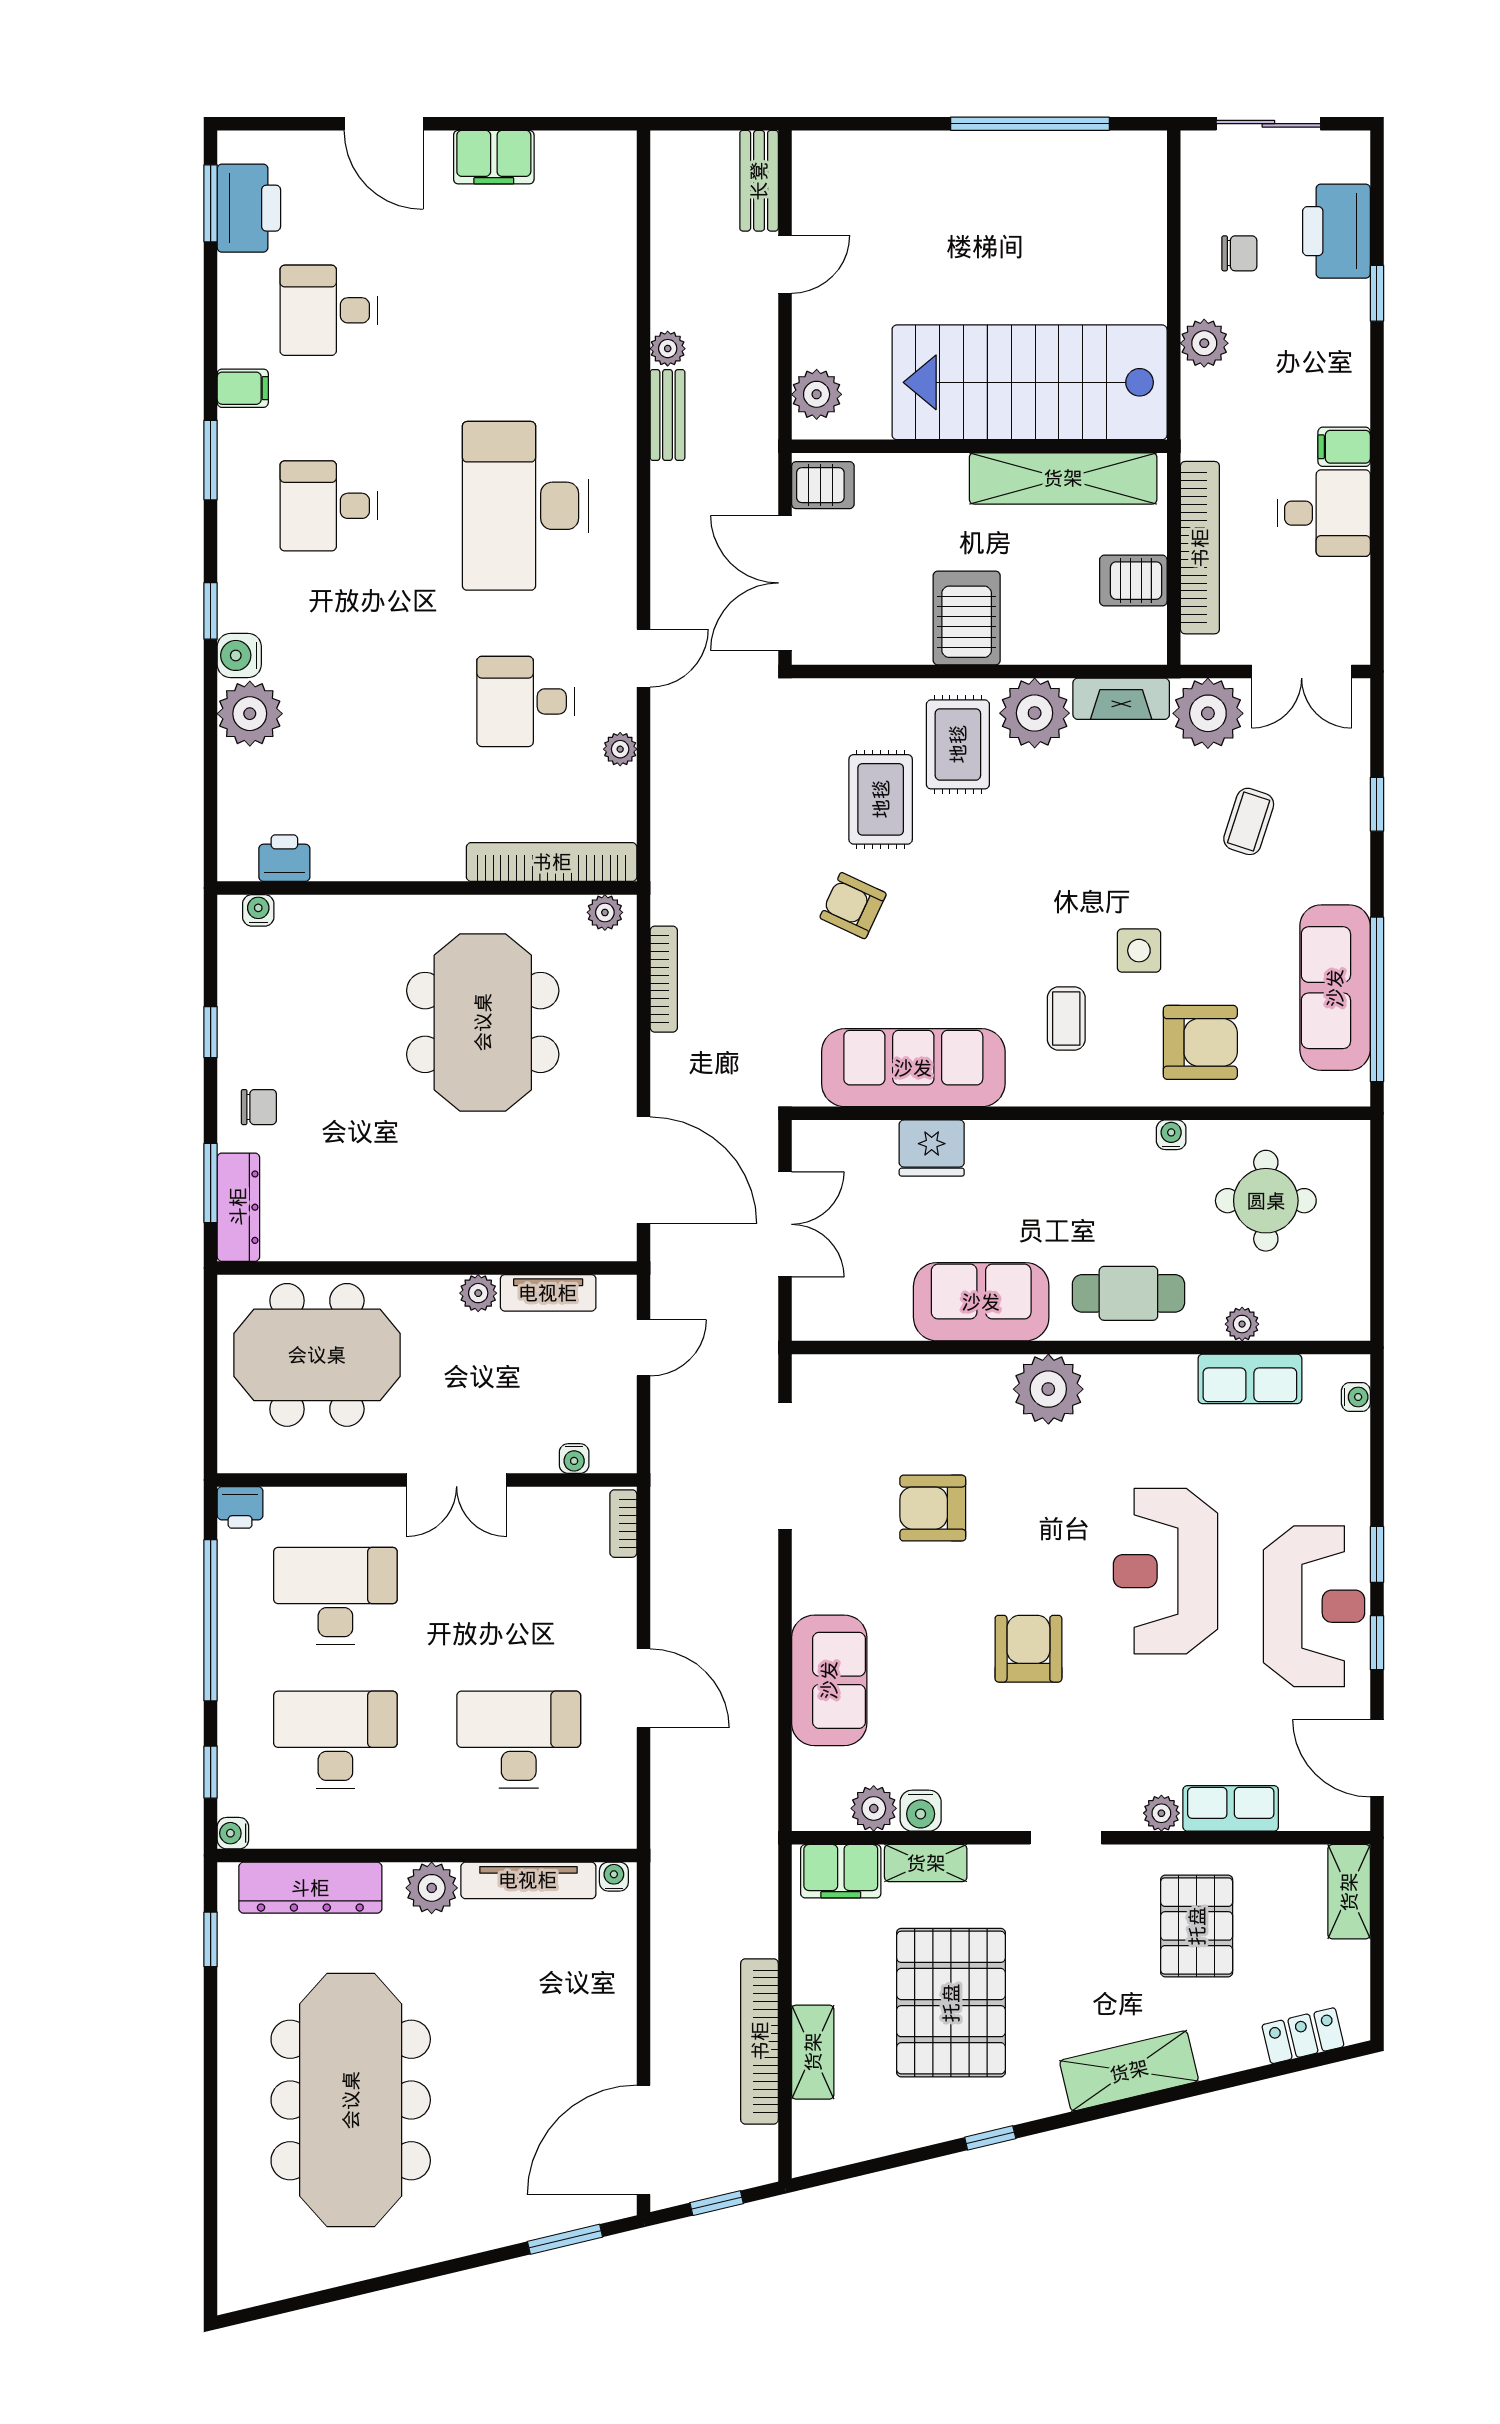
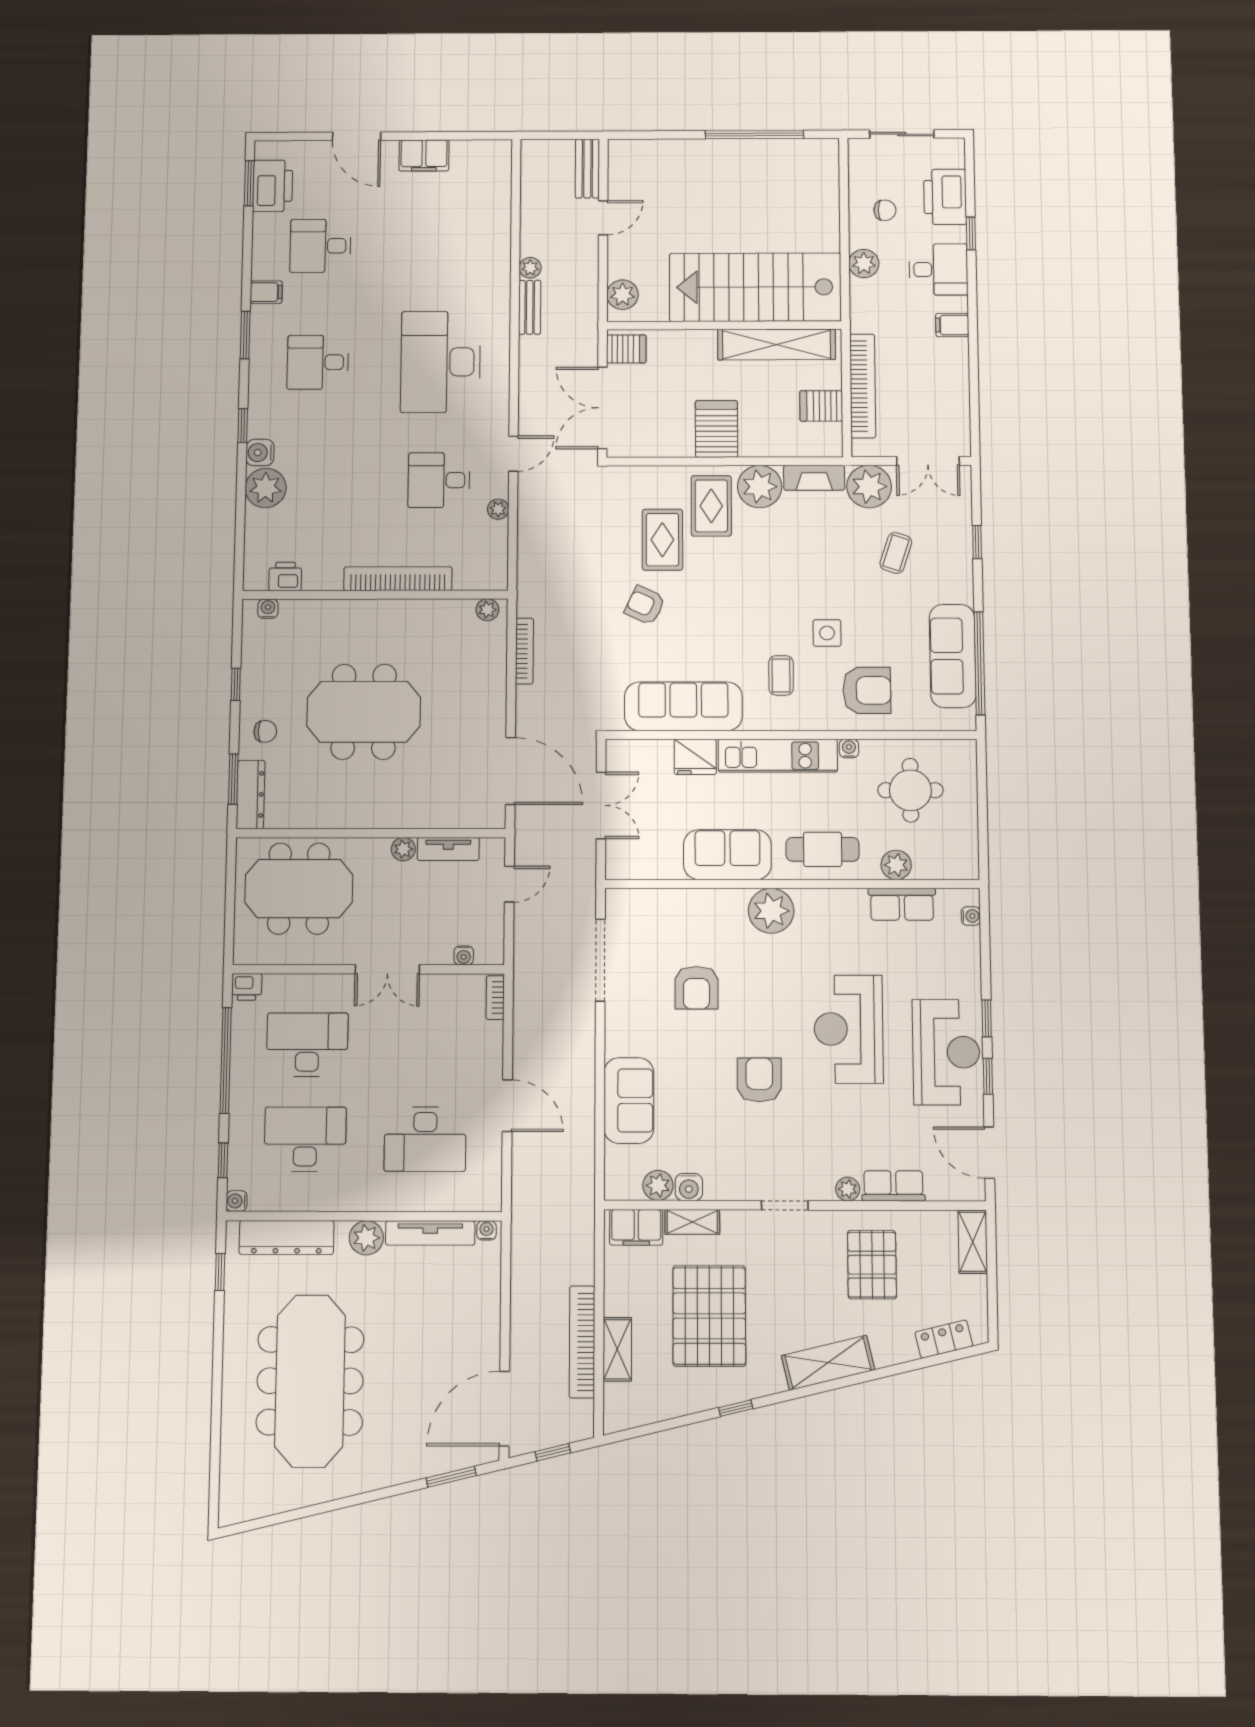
desk: (1324, 513) -> (938, 269), moved
bookcase: (552, 862) -> (398, 579), moved
meeting table: (483, 1022) -> (364, 712), moved, turned 90
kitchen unit: (1060, 1146) -> (778, 756), added
plant: (1242, 1324) -> (896, 865), width x1.38, depth x1.38
armchair: (933, 1508) -> (696, 988), turned -90
desk: (519, 1740) -> (425, 1139), turned 180

